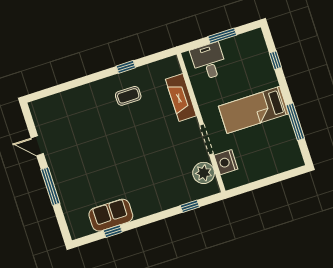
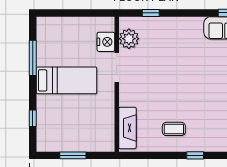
desk: (209, 61) -> (92, 137), removed
window: (126, 67) -> (195, 155), moved
fireplace: (181, 98) -> (127, 128), moved

